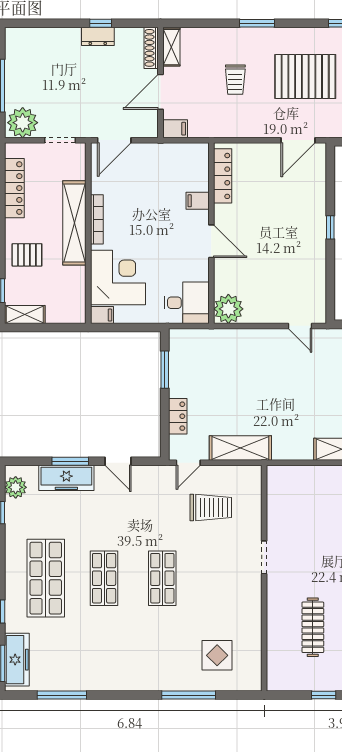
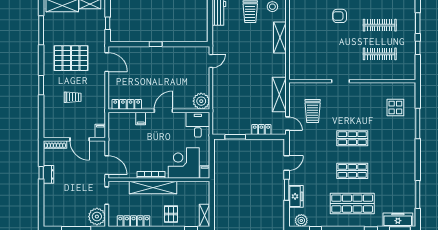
shelving: (171, 47) -> (55, 133), removed
pallet: (305, 76) -> (71, 58), turned 90
freezer: (66, 478) -> (296, 196), width x0.71
trolley: (211, 507) -> (313, 111), turned 180

